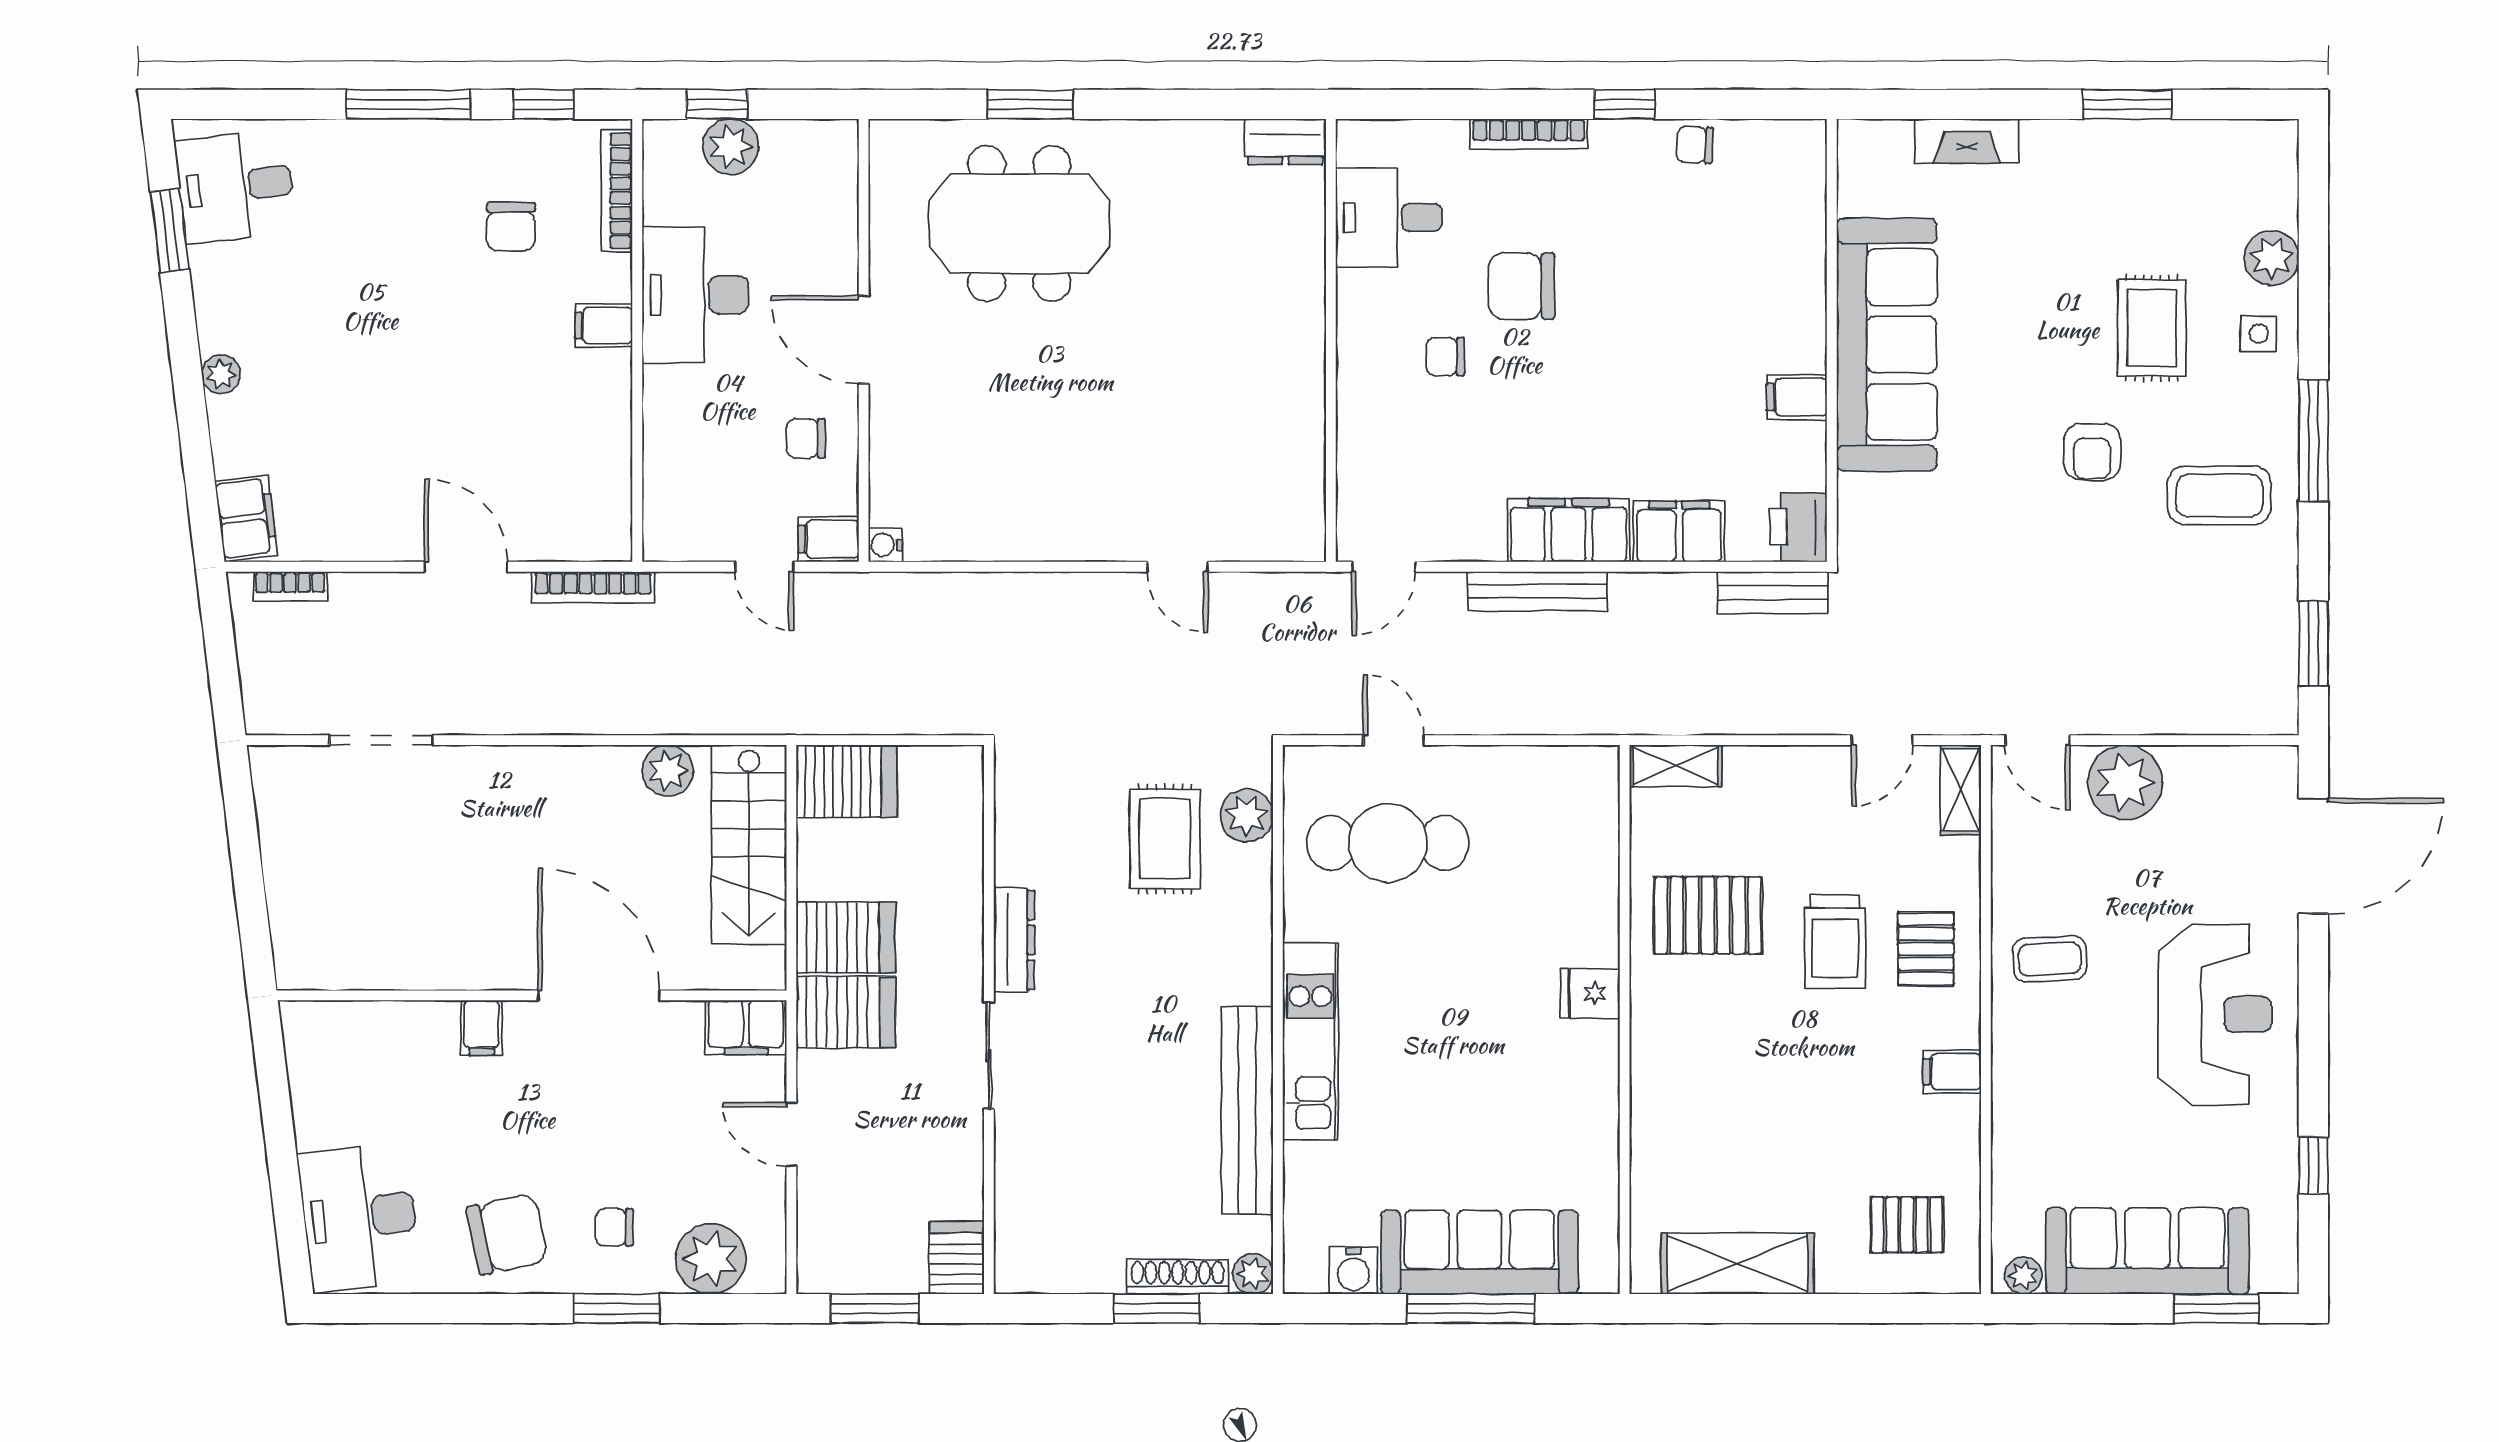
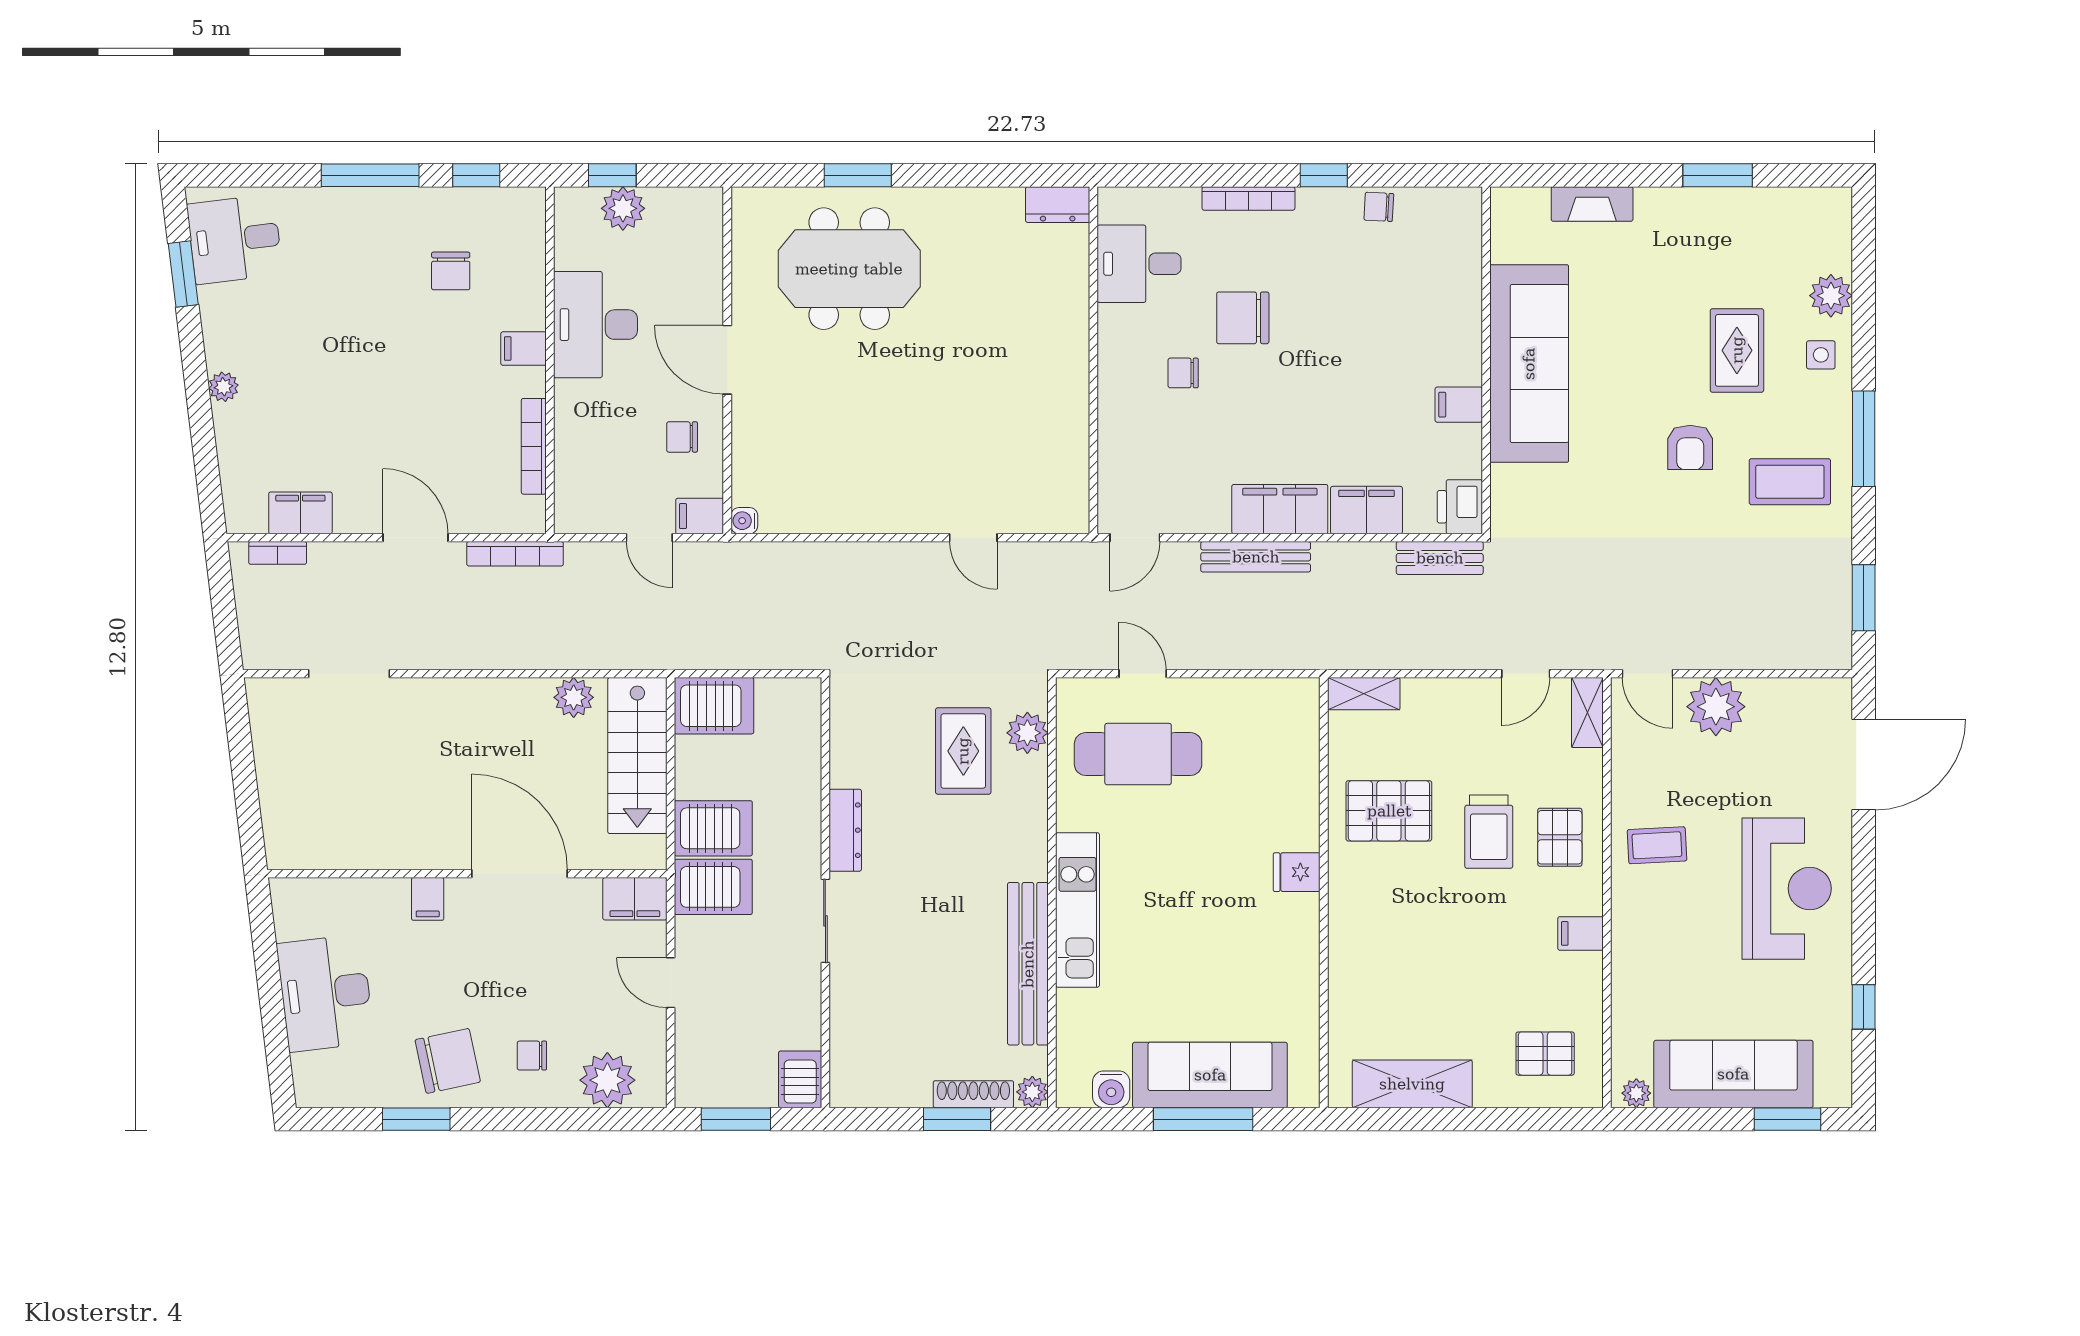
bookcase: (617, 191) -> (534, 446), moved
filing cabinet: (246, 518) -> (300, 513), moved, turned -83
desk: (359, 1217) -> (325, 993), moved
window: (617, 1308) -> (416, 1119), moved

